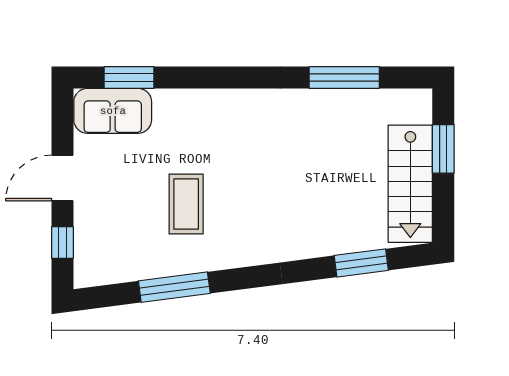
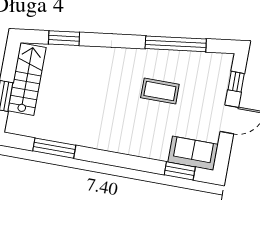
coffee table: (186, 204) -> (160, 91), turned 90
window: (174, 287) -> (176, 44), width x1.46

